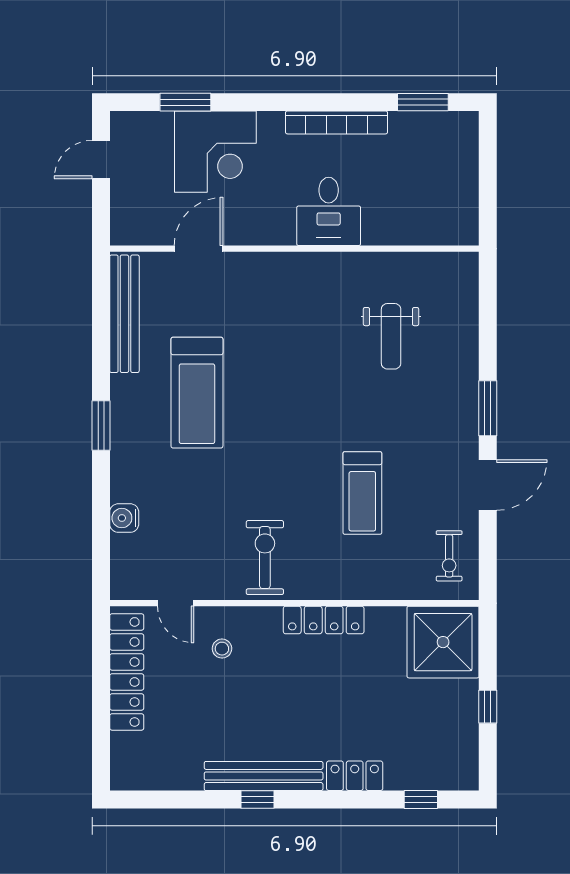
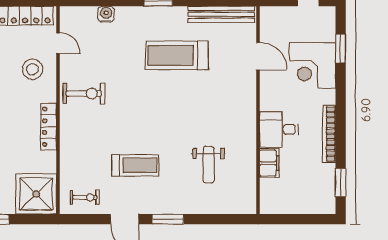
filing cabinet: (388, 229) -> (269, 163), added
weight bench: (391, 336) -> (209, 165), turned -90
treadmill: (362, 493) -> (135, 165), moved, turned 180
exercise bike: (449, 556) -> (85, 197), turned 180
door: (176, 603) -> (58, 43), swing flipped
stool: (222, 649) -> (32, 69), width x1.89, depth x1.89

